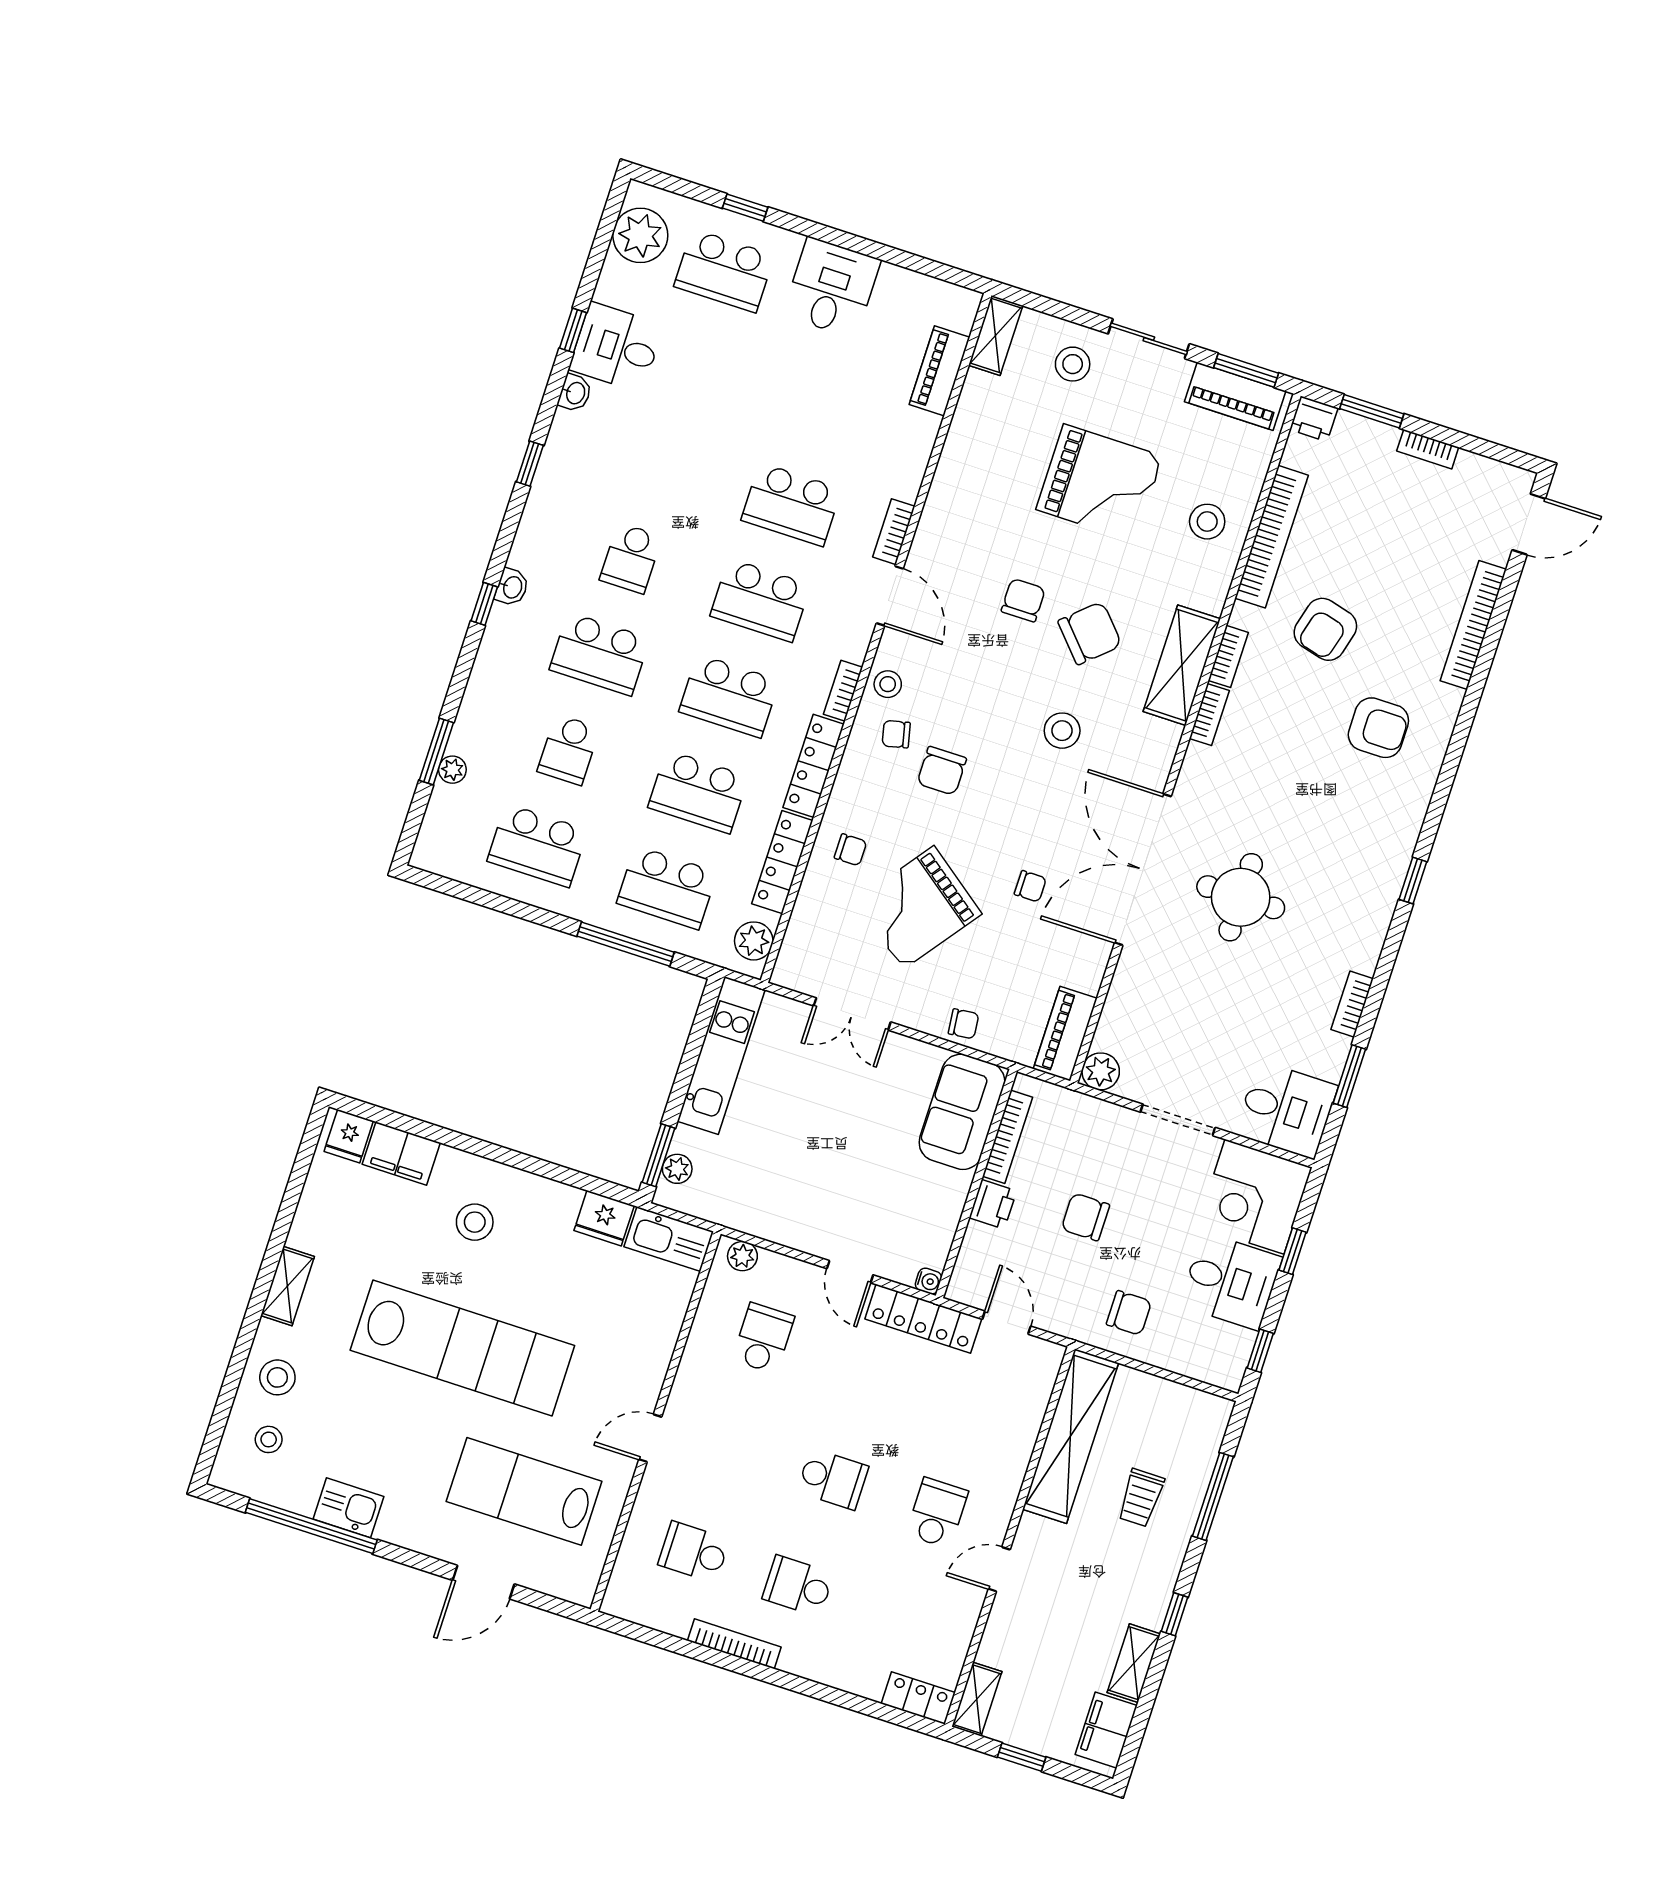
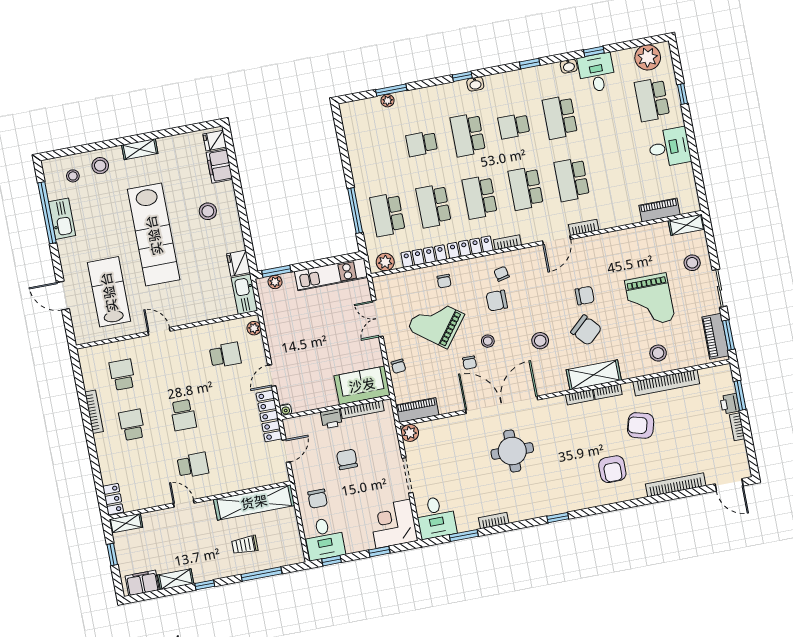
printer: (1314, 419) -> (730, 404), moved
stool: (888, 684) -> (488, 341), moved
school desk: (537, 846) -> (560, 117), moved
desk: (1231, 1281) -> (324, 539), moved
kitchen sink: (349, 1508) -> (62, 219), width x1.38

